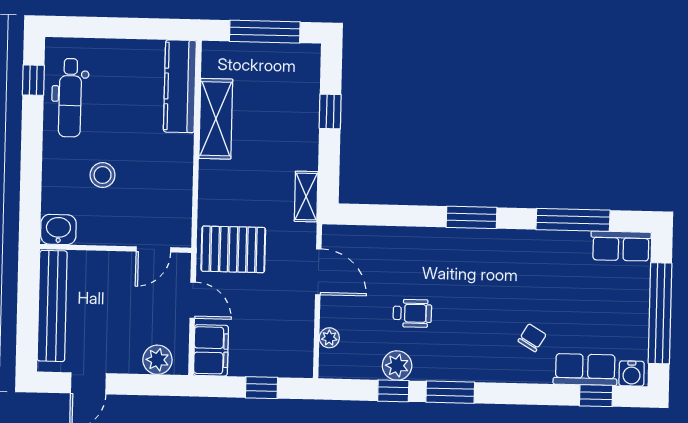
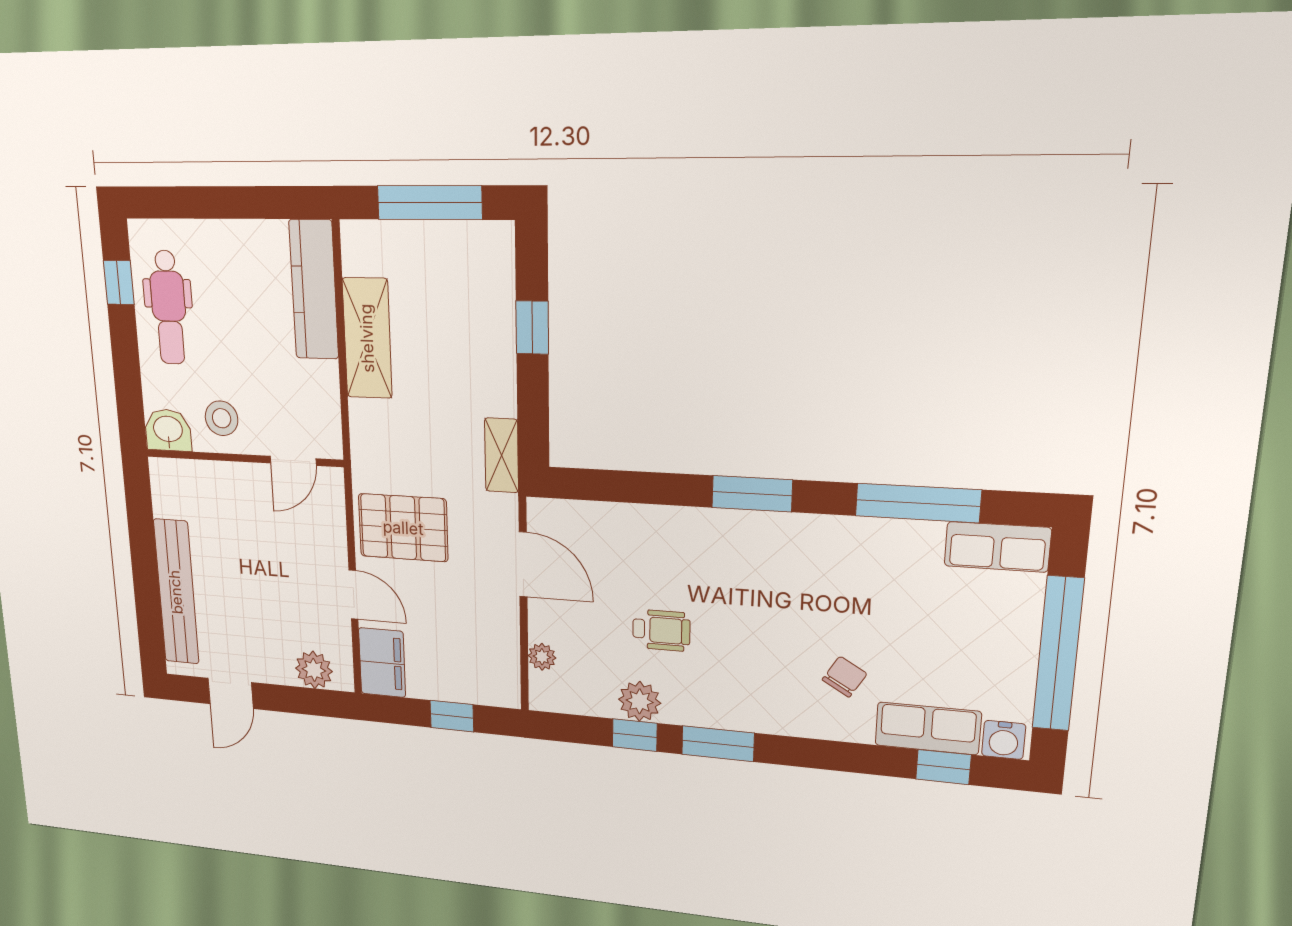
washbasin: (58, 229) -> (168, 430), moved
wall: (116, 248) -> (243, 458), moved
door: (153, 249) -> (293, 461), moved

